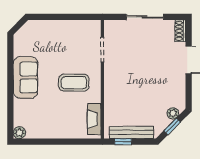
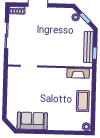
sofa: (26, 77) -> (32, 121), moved
coffee table: (74, 83) -> (83, 101), moved

